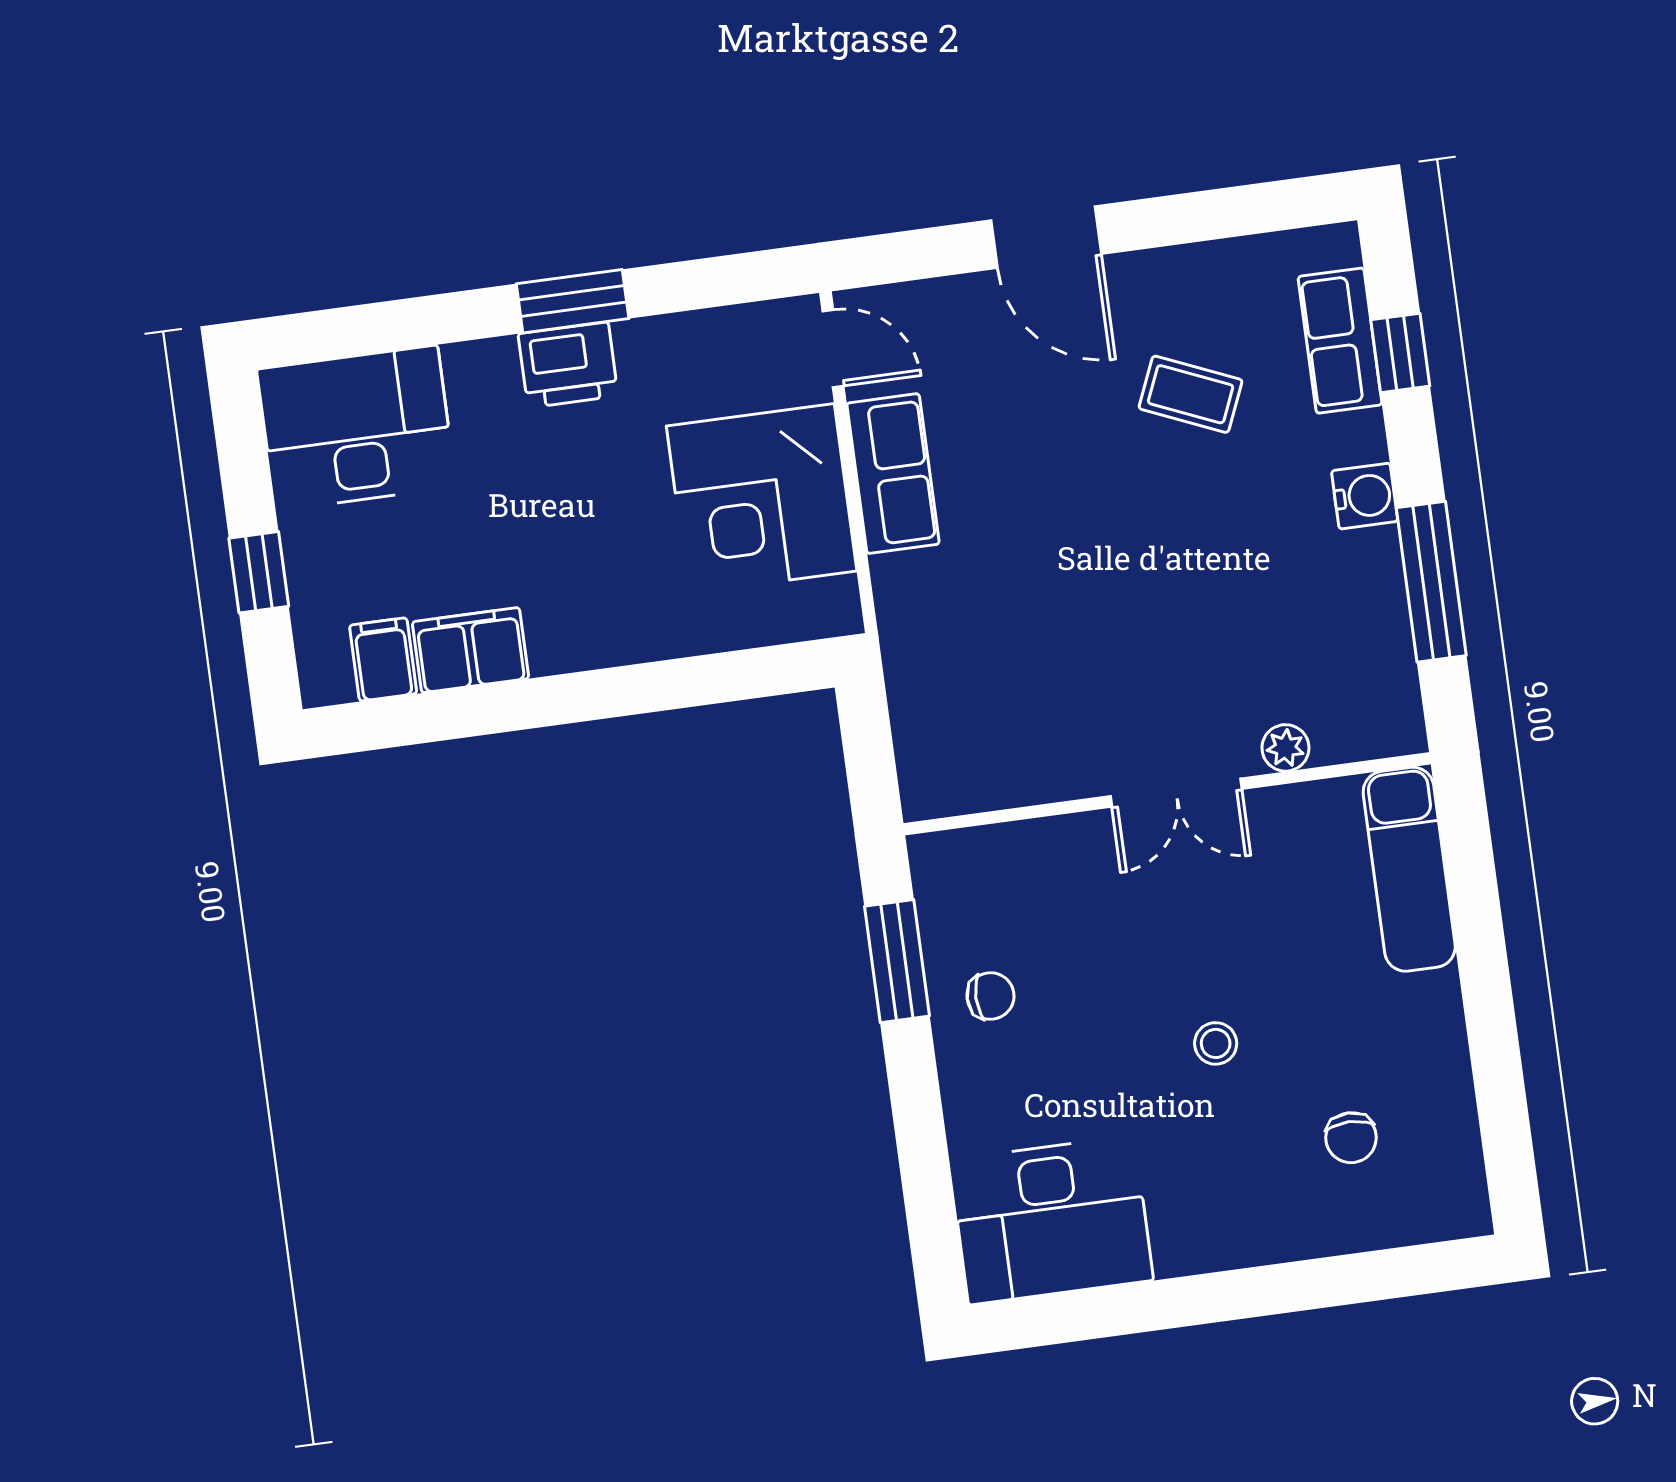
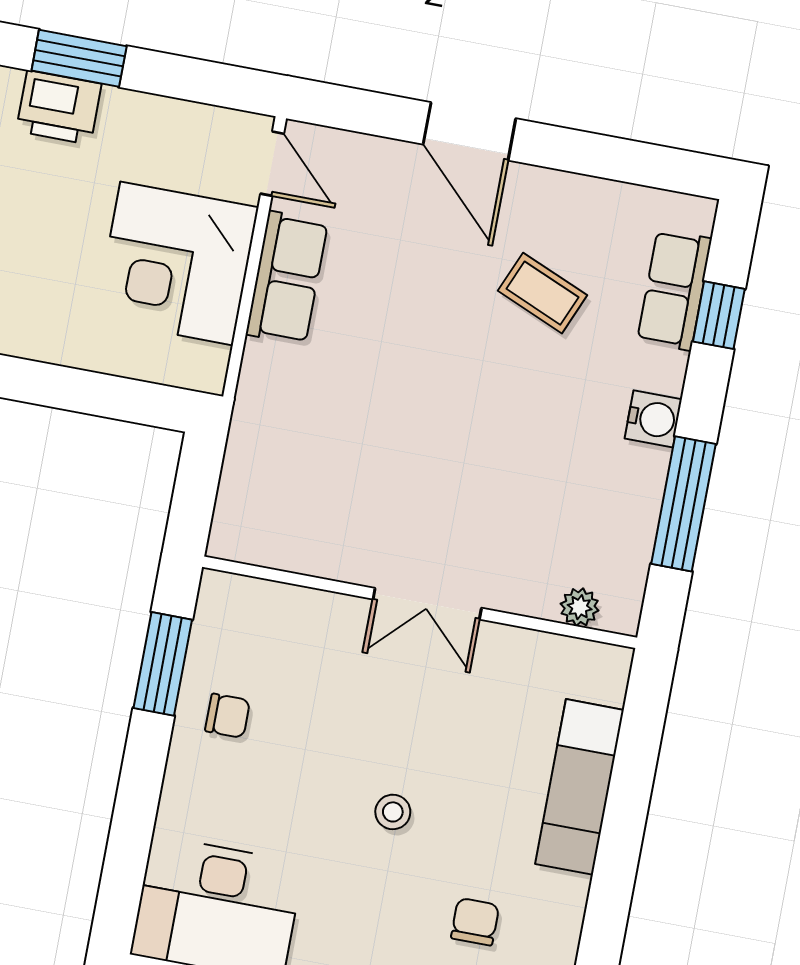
plant: (1285, 748) -> (580, 607), moved
exam couch: (1409, 869) -> (579, 787), moved
chair: (1351, 1138) -> (475, 922), turned 180

